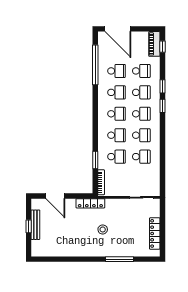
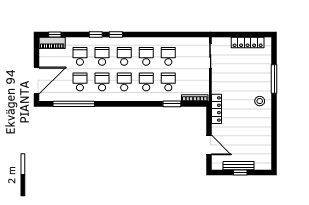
door: (55, 196) -> (209, 145), hinge flipped
stool: (103, 229) -> (260, 101), moved

